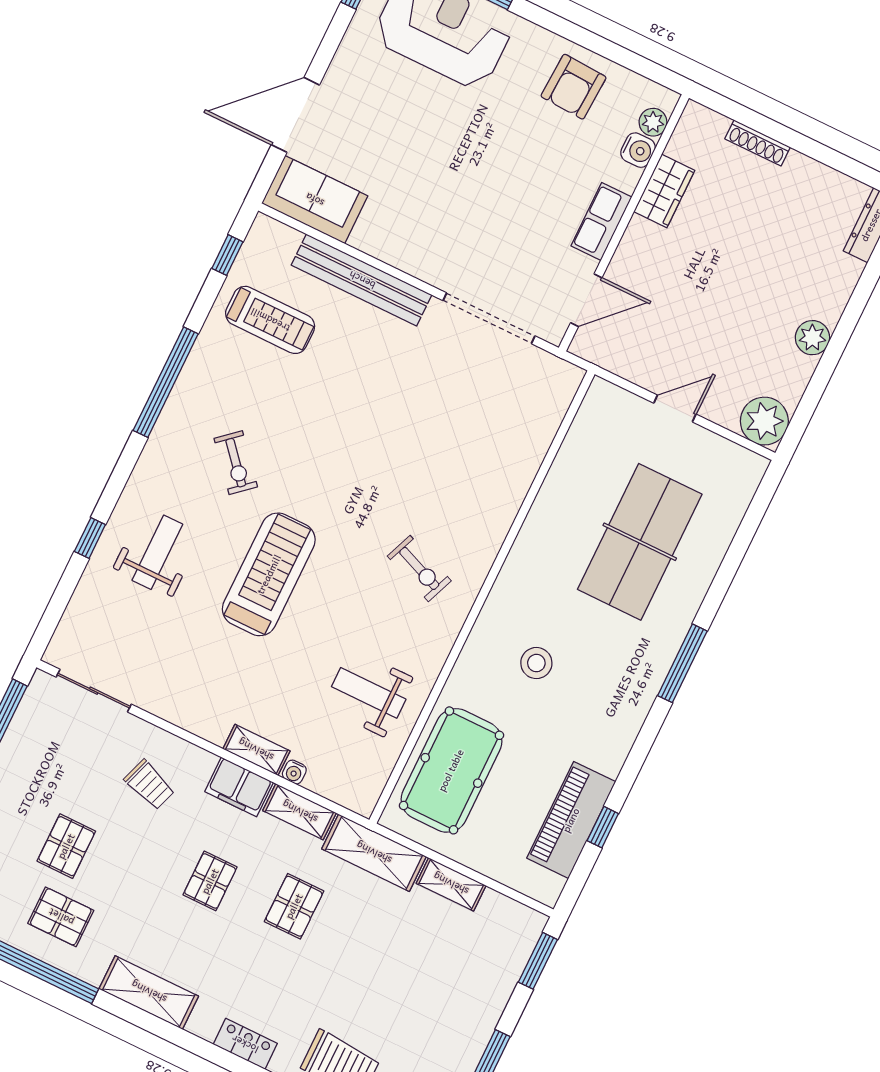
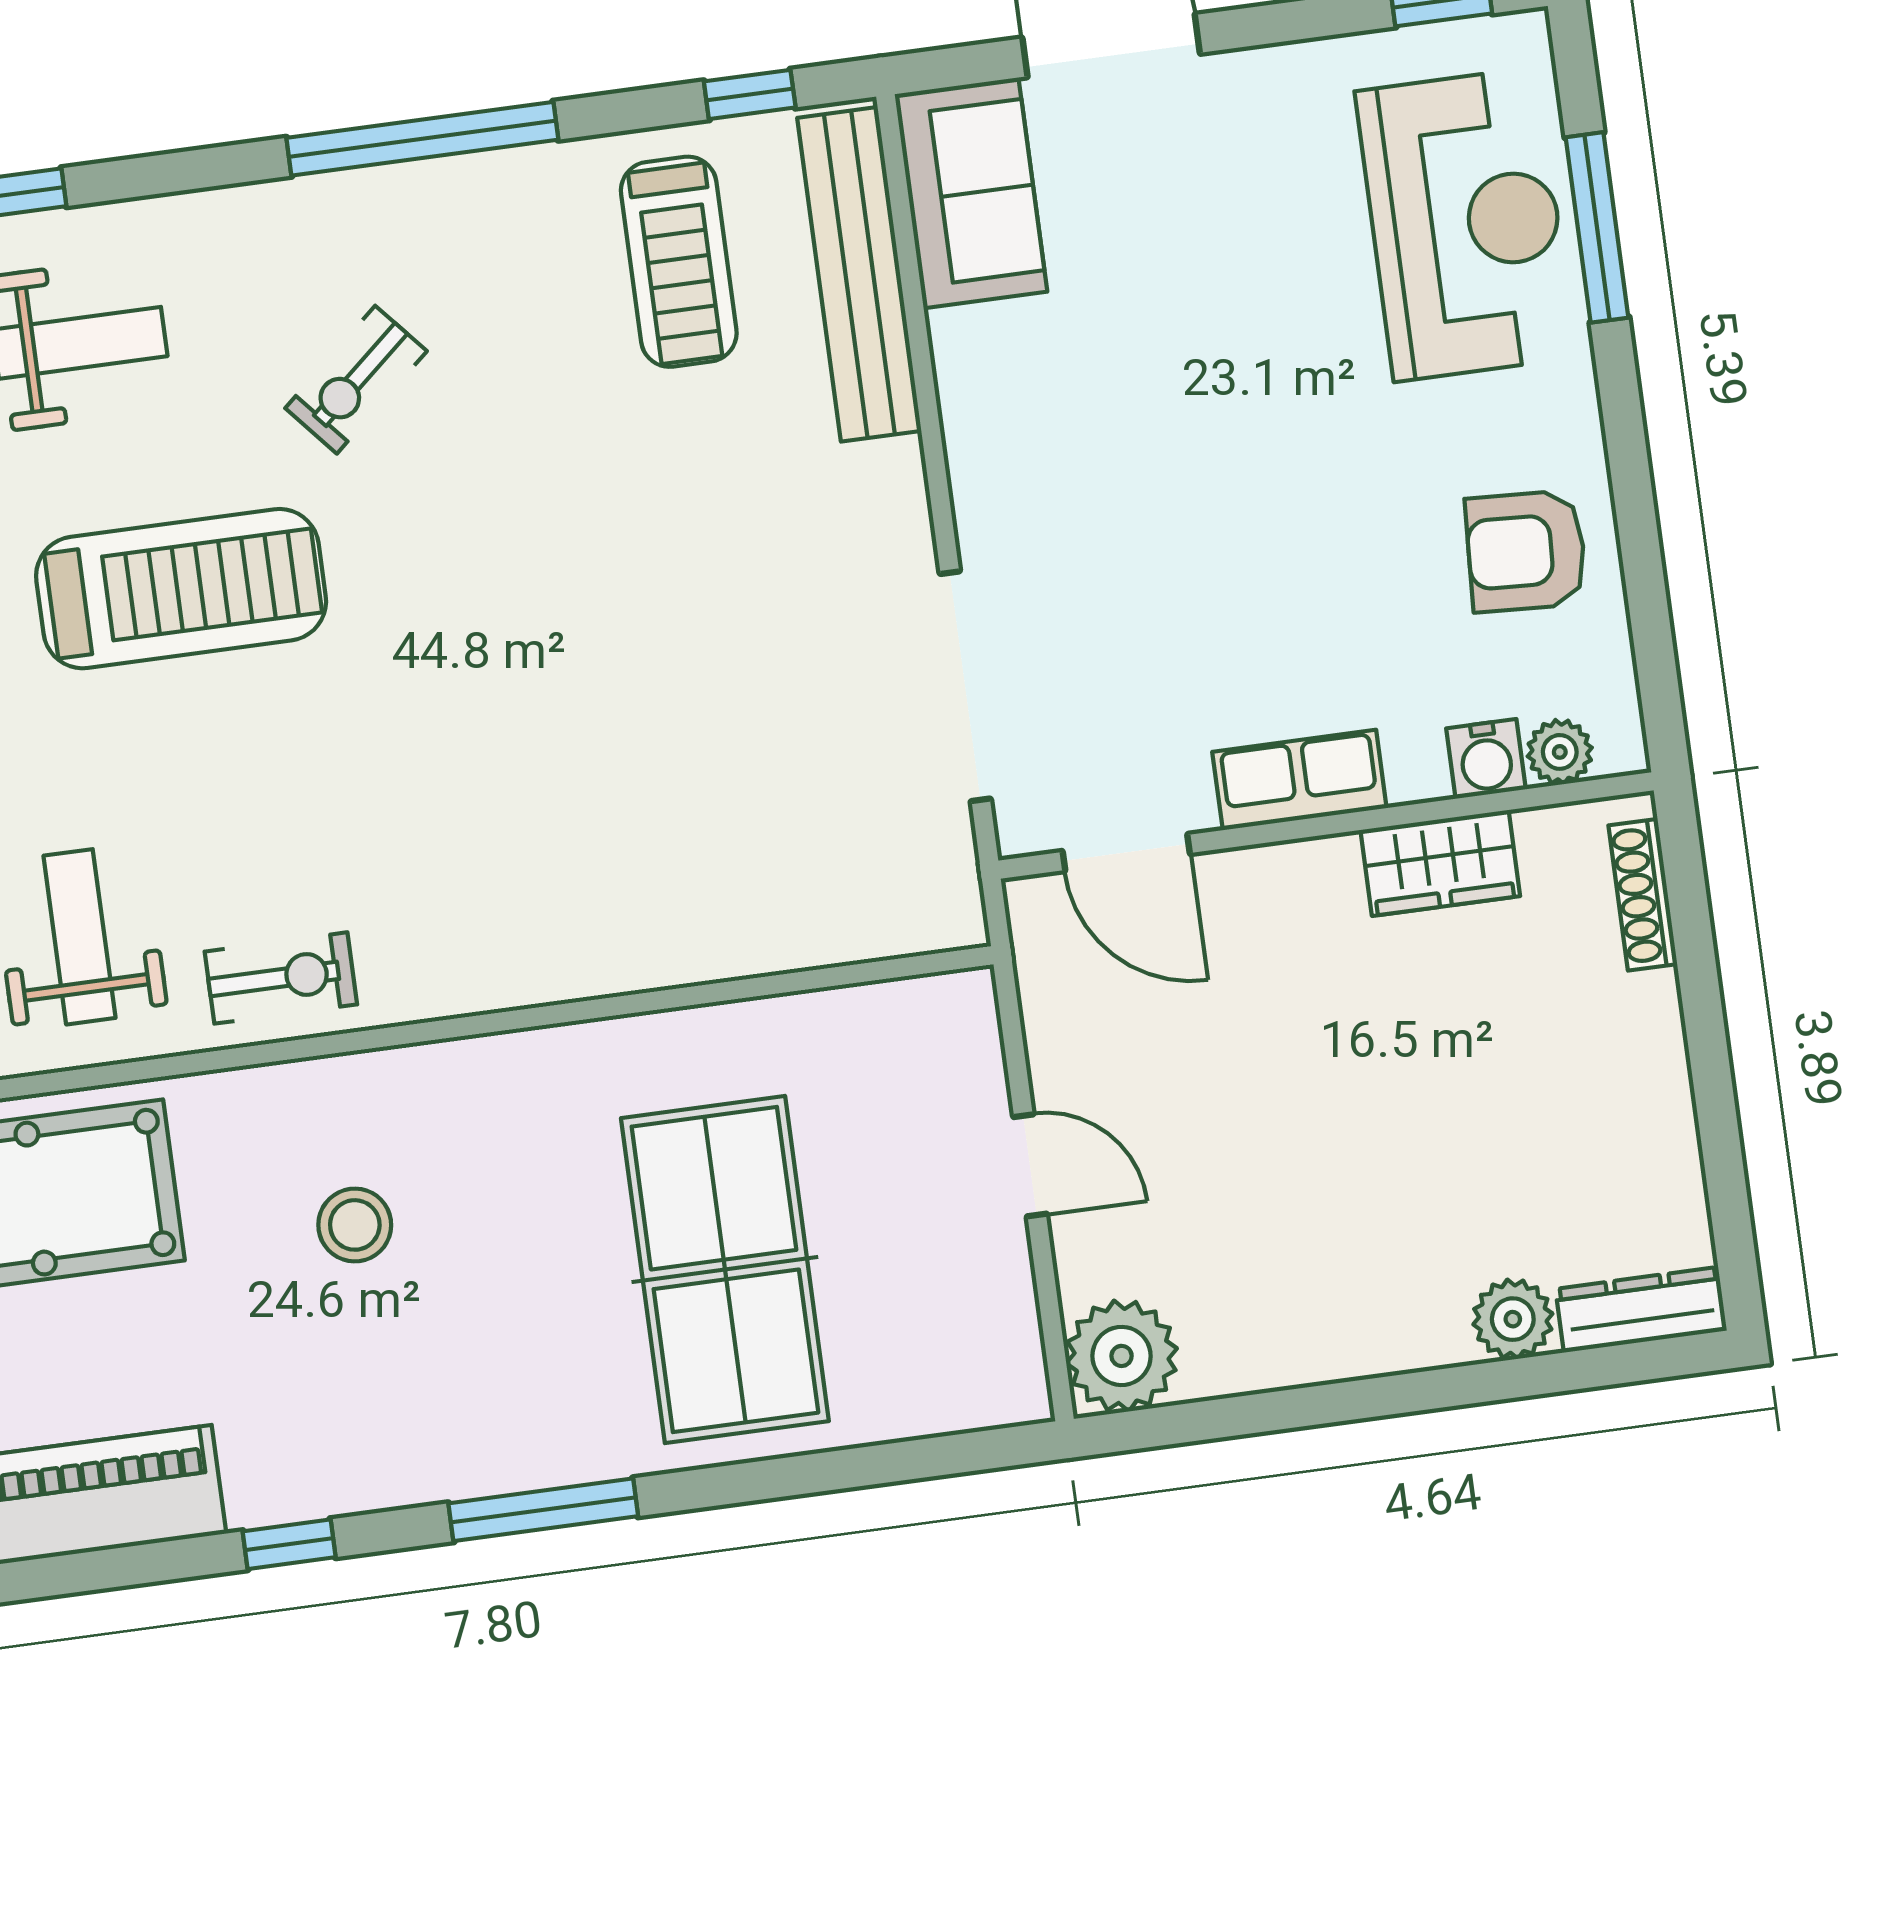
shoe rack: (758, 143) -> (1643, 895), moved
bench: (362, 280) -> (859, 274), moved
plant: (812, 338) -> (1513, 1319), moved
table tennis table: (640, 542) -> (725, 1270), turned 90
exercise bike: (419, 568) -> (281, 978), moved, turned -112
window: (603, 827) -> (289, 1544), moved

